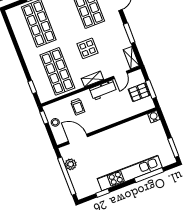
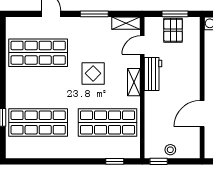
door: (120, 75) -> (142, 45), swing flipped
trolley: (78, 107) -> (161, 114), removed
door: (78, 139) -> (202, 114), moved

